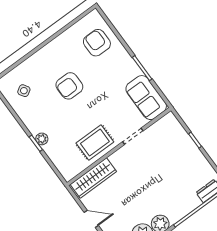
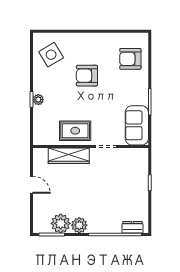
armchair: (97, 43) -> (130, 59), turned -90
side table: (24, 91) -> (51, 55), width x1.87, depth x1.87
wardrobe: (93, 178) -> (69, 156), moved

